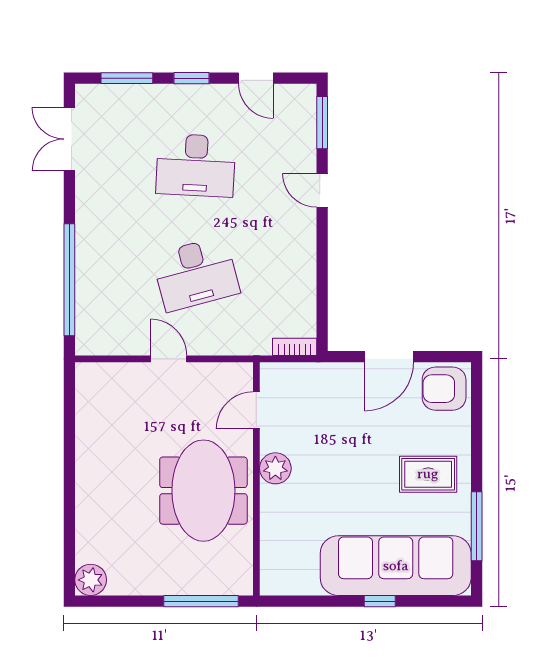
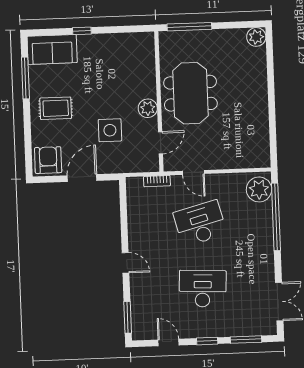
door: (322, 190) -> (126, 263), moved
plant: (96, 326) -> (259, 189), added
bookcase: (295, 347) -> (157, 181), moved
door: (169, 359) -> (193, 172), moved
armchair: (444, 389) -> (48, 160), turned -90
side table: (340, 434) -> (110, 130), added
sofa: (396, 566) -> (52, 49), width x0.54, depth x0.79

